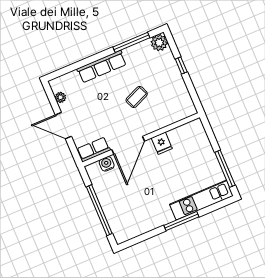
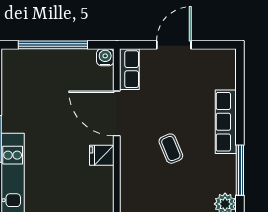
plant: (60, 97) -> (210, 56), removed
water cooler: (107, 164) -> (105, 57), moved, turned -90

